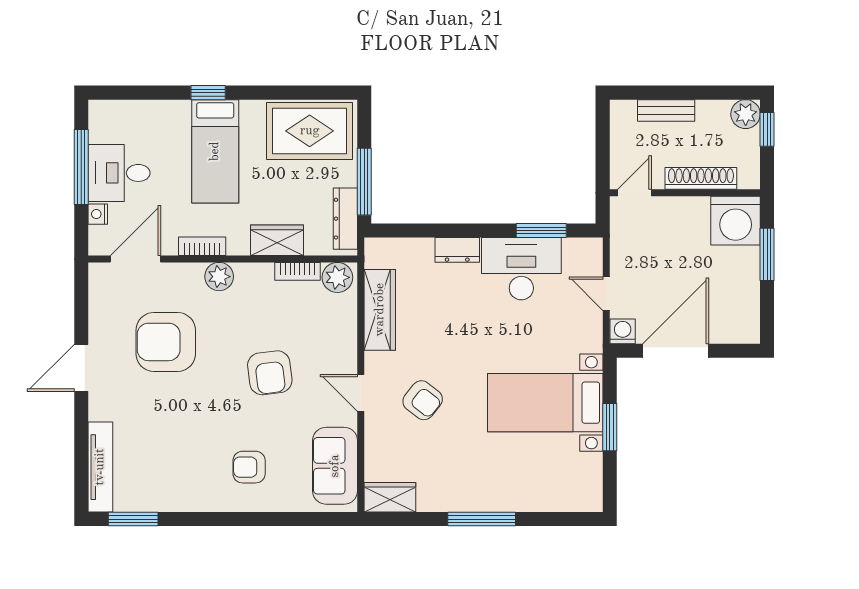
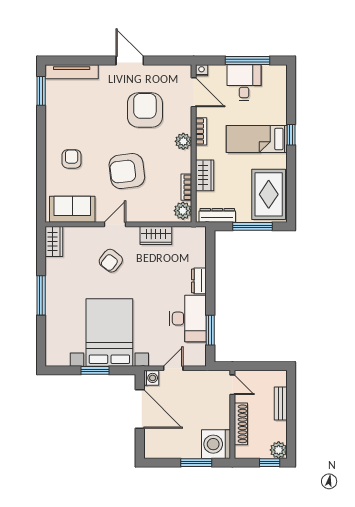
window: (364, 182) -> (253, 226), moved
nightstand: (98, 214) -> (202, 70), moved
wardrobe: (380, 310) -> (156, 235), width x0.67
armchair: (270, 373) -> (127, 171), width x1.36, depth x1.36
bed with nightstands: (545, 403) -> (109, 333), width x1.36

